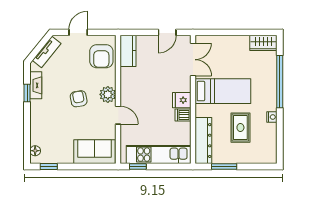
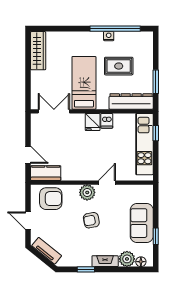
door: (167, 32) -> (28, 155), moved
wardrobe: (263, 43) -> (38, 51), width x1.50
window: (280, 82) -> (115, 29), moved
fireplace: (36, 85) -> (105, 261), moved
plant: (38, 136) -> (127, 259), added
sofa: (95, 152) -> (142, 223), moved
window: (49, 166) -> (156, 236), moved
window: (138, 166) -> (156, 133), moved

